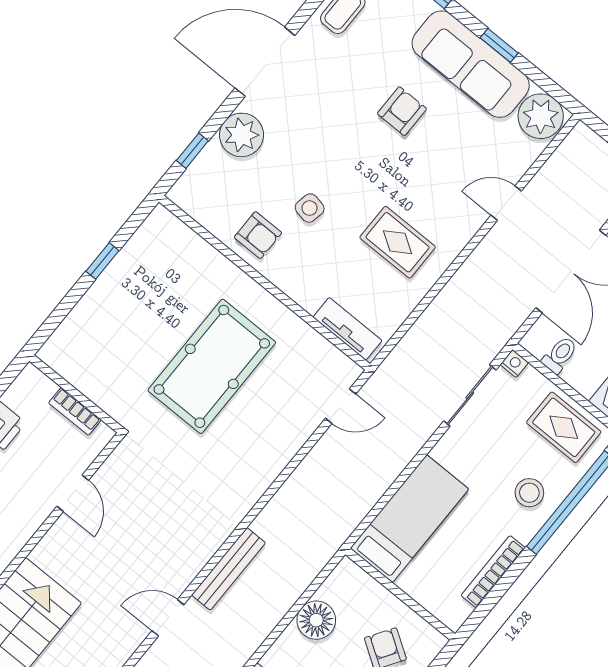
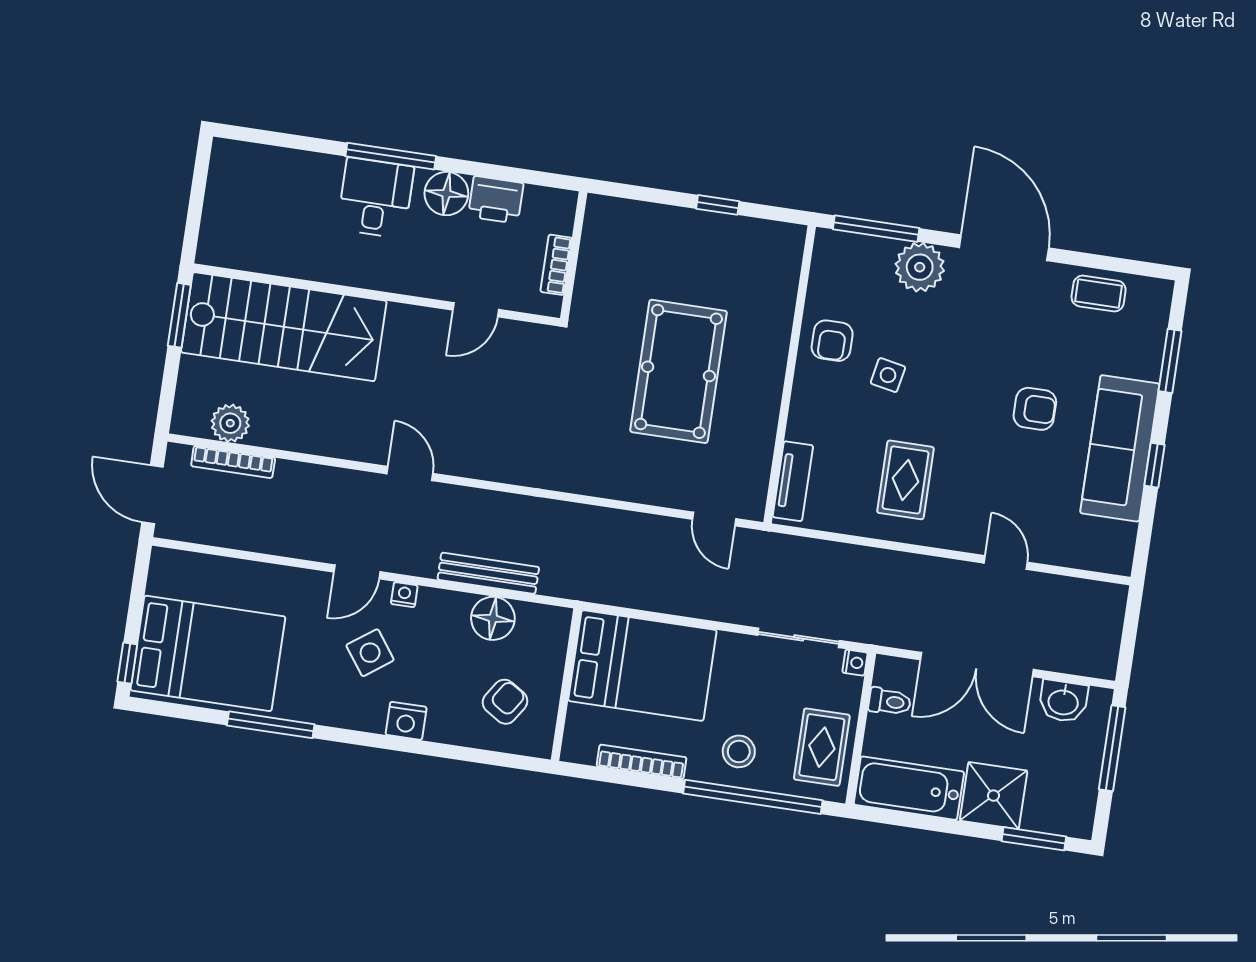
plant: (541, 116) -> (1110, 546), removed
window: (192, 151) -> (876, 229), width x2.17
pool table: (212, 366) -> (678, 371), turned 90
bed: (409, 519) -> (642, 665), width x1.50
bench: (229, 569) -> (488, 573), moved

